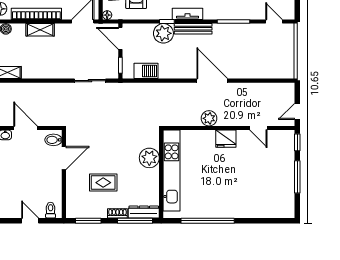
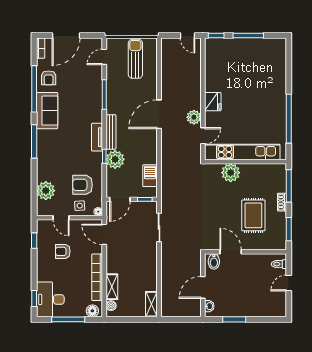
shelving: (40, 30) -> (112, 287), moved
sun lounger: (272, 55) -> (135, 59), added
door: (258, 128) -> (203, 136), moved
rug: (103, 183) -> (253, 215), width x1.36, depth x1.43
dresser: (144, 212) -> (281, 178), removed

